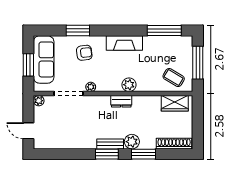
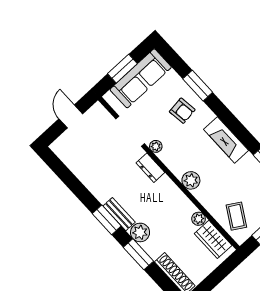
plant: (39, 101) -> (199, 219), moved
dresser: (121, 101) -> (150, 168), moved
door: (28, 131) -> (71, 116), moved

